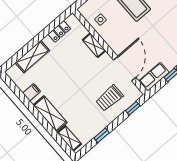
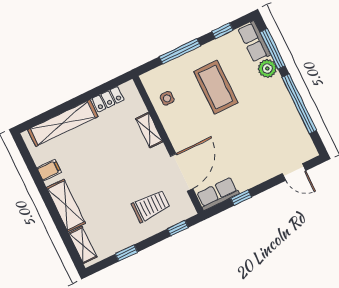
shelving: (32, 57) -> (63, 123), width x1.47
trolley: (110, 98) -> (151, 206), turned 180

